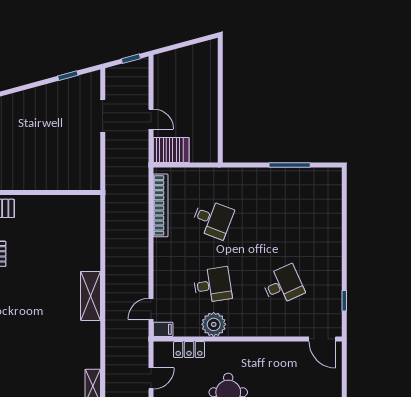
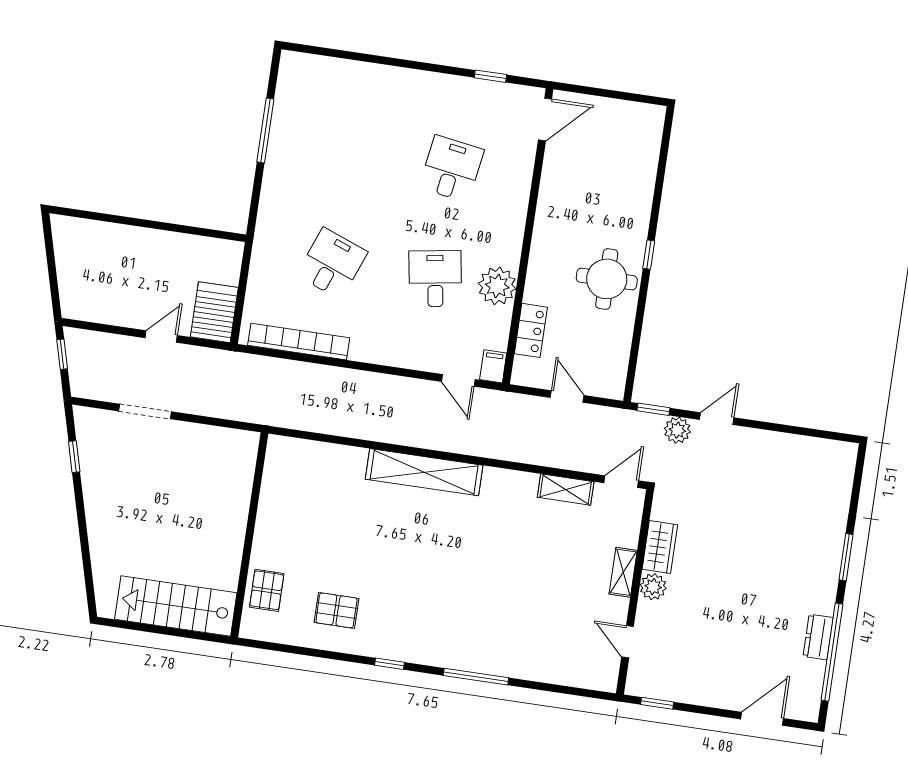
desk: (283, 285) -> (451, 169), turned 33
shelving: (91, 296) -> (424, 472), width x1.47

